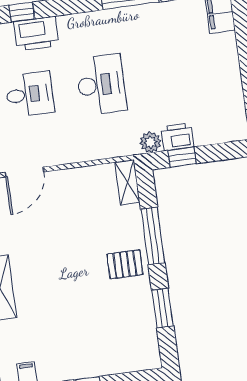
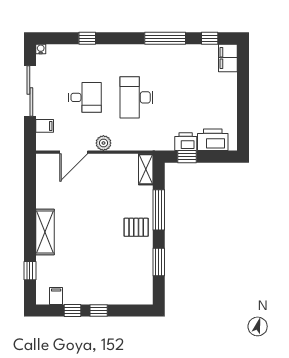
printer: (36, 34) -> (213, 140), moved, turned 180
desk: (101, 85) -> (136, 97), turned 180
plant: (150, 142) -> (103, 143), moved

